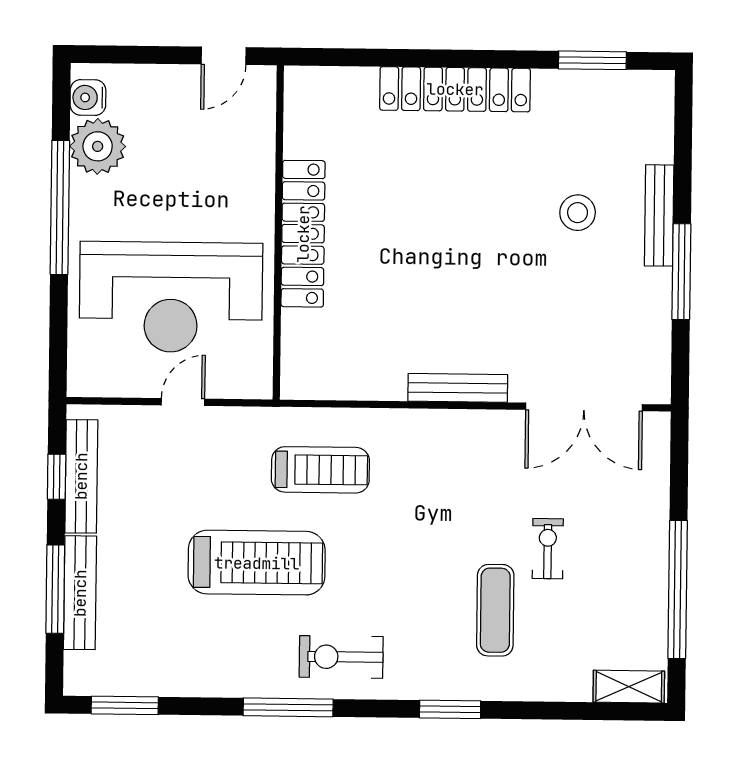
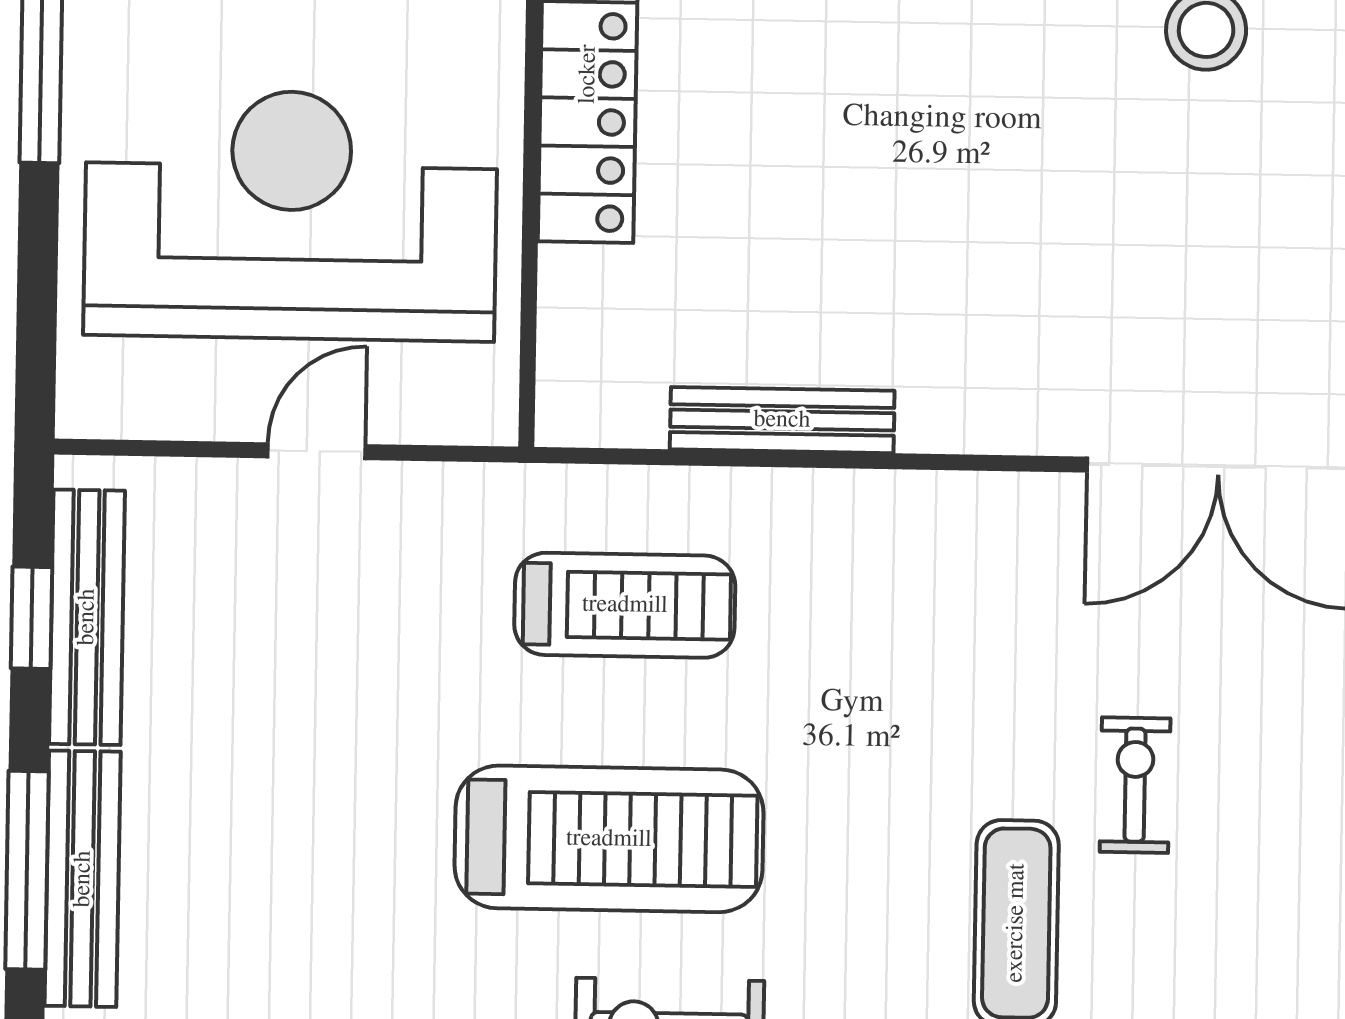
reception desk: (171, 297) -> (291, 215), turned 180
bench: (458, 388) -> (782, 420), moved
treadmill: (257, 563) -> (609, 839), moved

